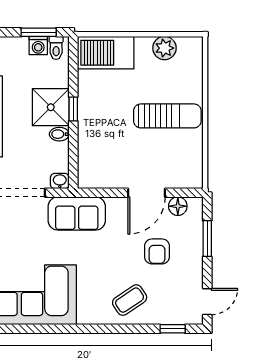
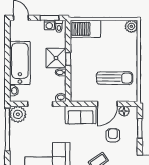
plant: (164, 48) -> (131, 26), moved
sun lounger: (167, 116) -> (115, 78), moved
sofa: (77, 214) -> (81, 115), moved
armchair: (157, 251) -> (113, 135), turned 180

